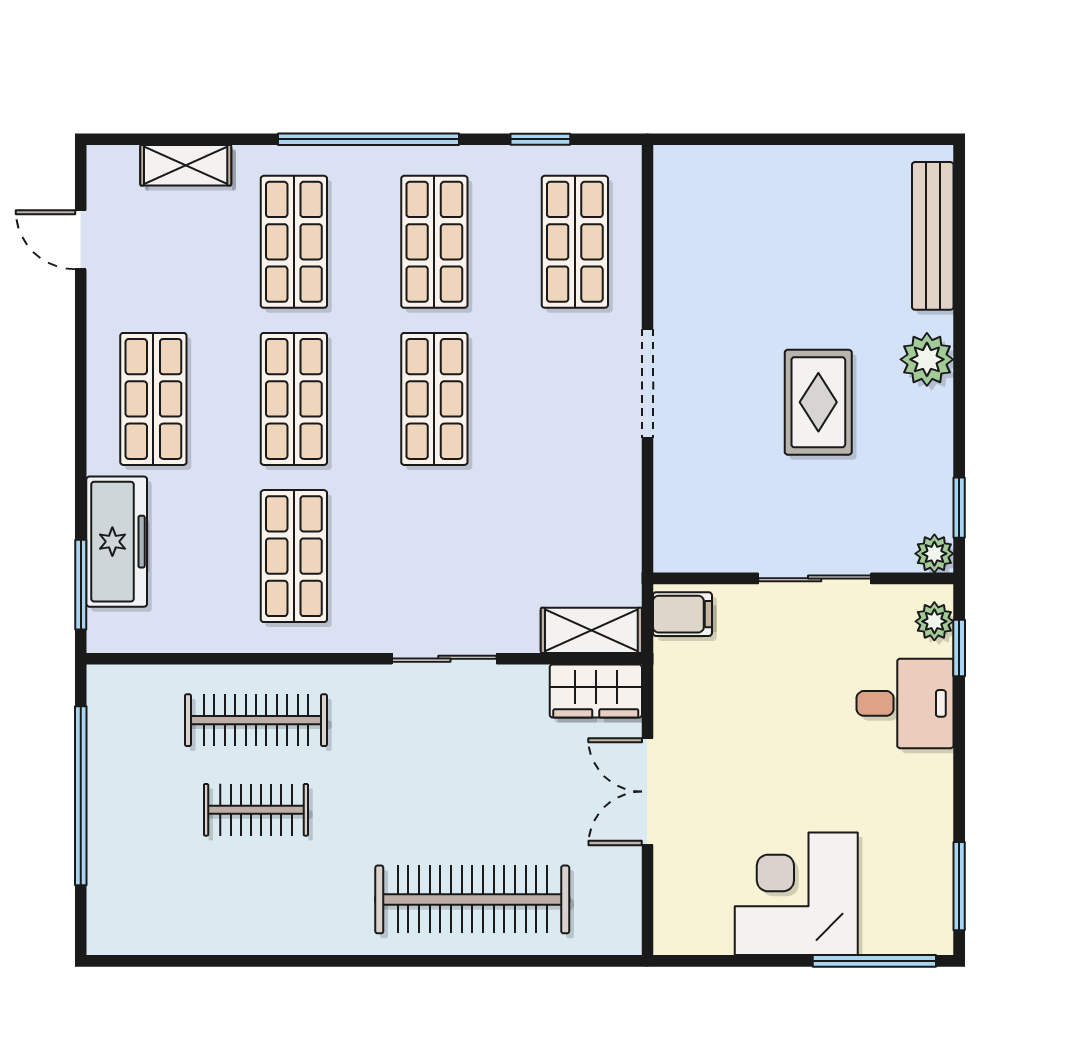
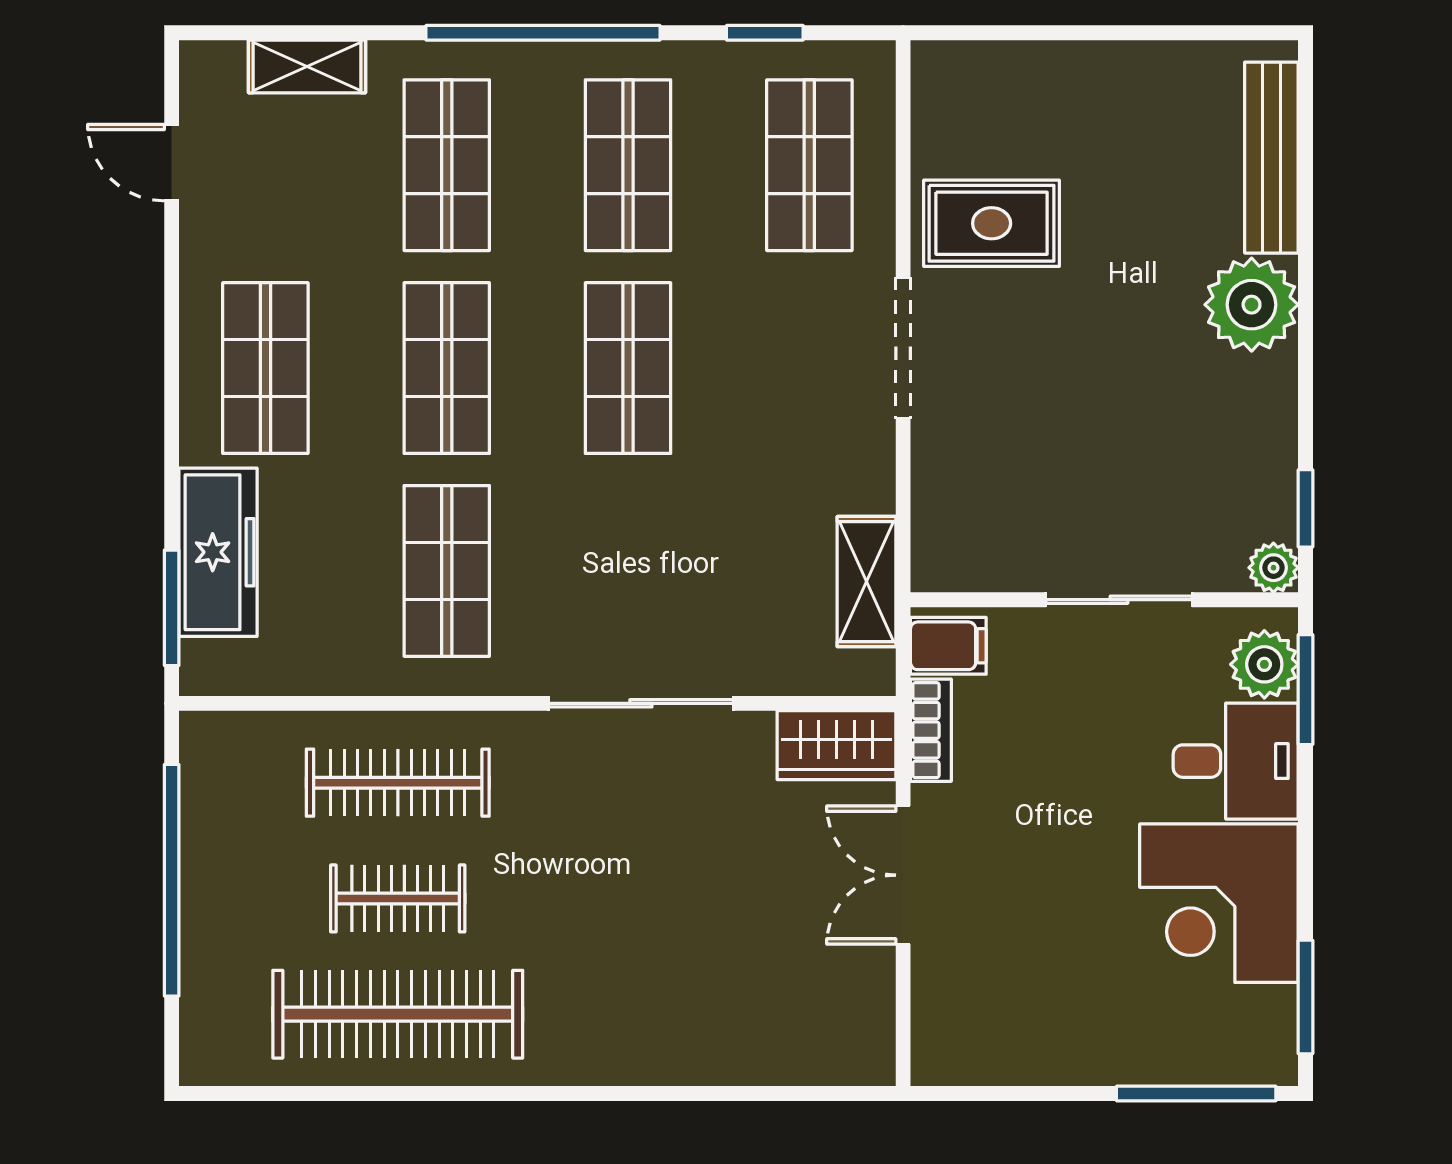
plant: (927, 359) -> (1252, 305), width x1.36, depth x1.36
rug: (818, 402) -> (992, 223), moved, turned 90
plant: (934, 621) -> (1264, 664), width x1.38, depth x1.38
shelving: (591, 630) -> (867, 582), moved, turned 90
window: (959, 648) -> (1306, 690), width x1.50
sliding door: (444, 659) -> (641, 703), width x1.37
bookcase: (669, 679) -> (931, 730), added
corner desk: (796, 894) -> (1219, 903), moved, turned -90
clothes rail: (472, 899) -> (398, 1014), moved

